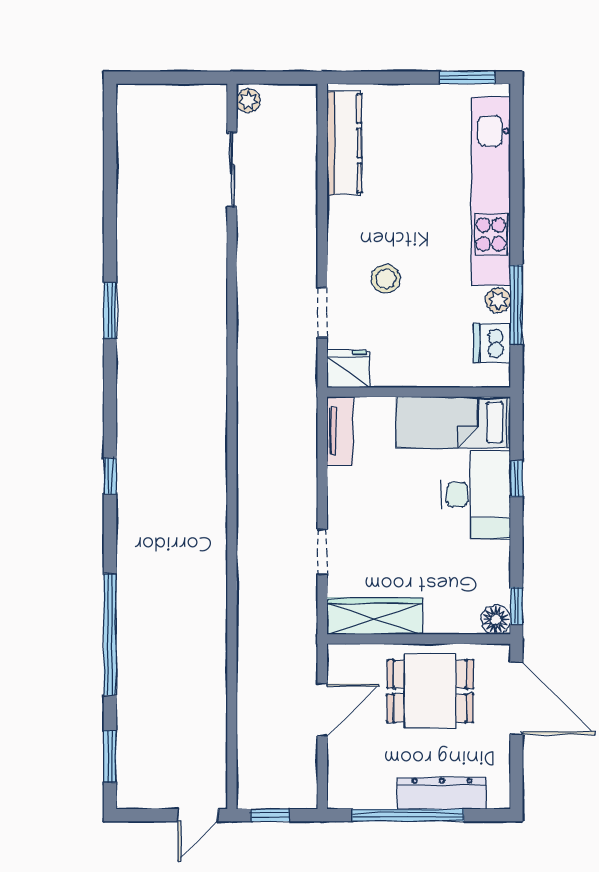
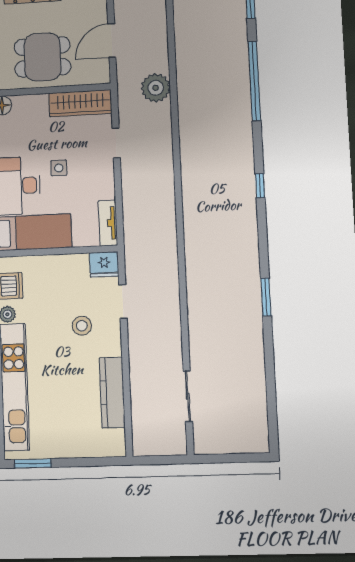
plant: (248, 101) -> (156, 88), moved, width x1.87, depth x1.87
kitchen counter: (344, 143) -> (112, 393), moved
side table: (411, 518) -> (59, 168), added

